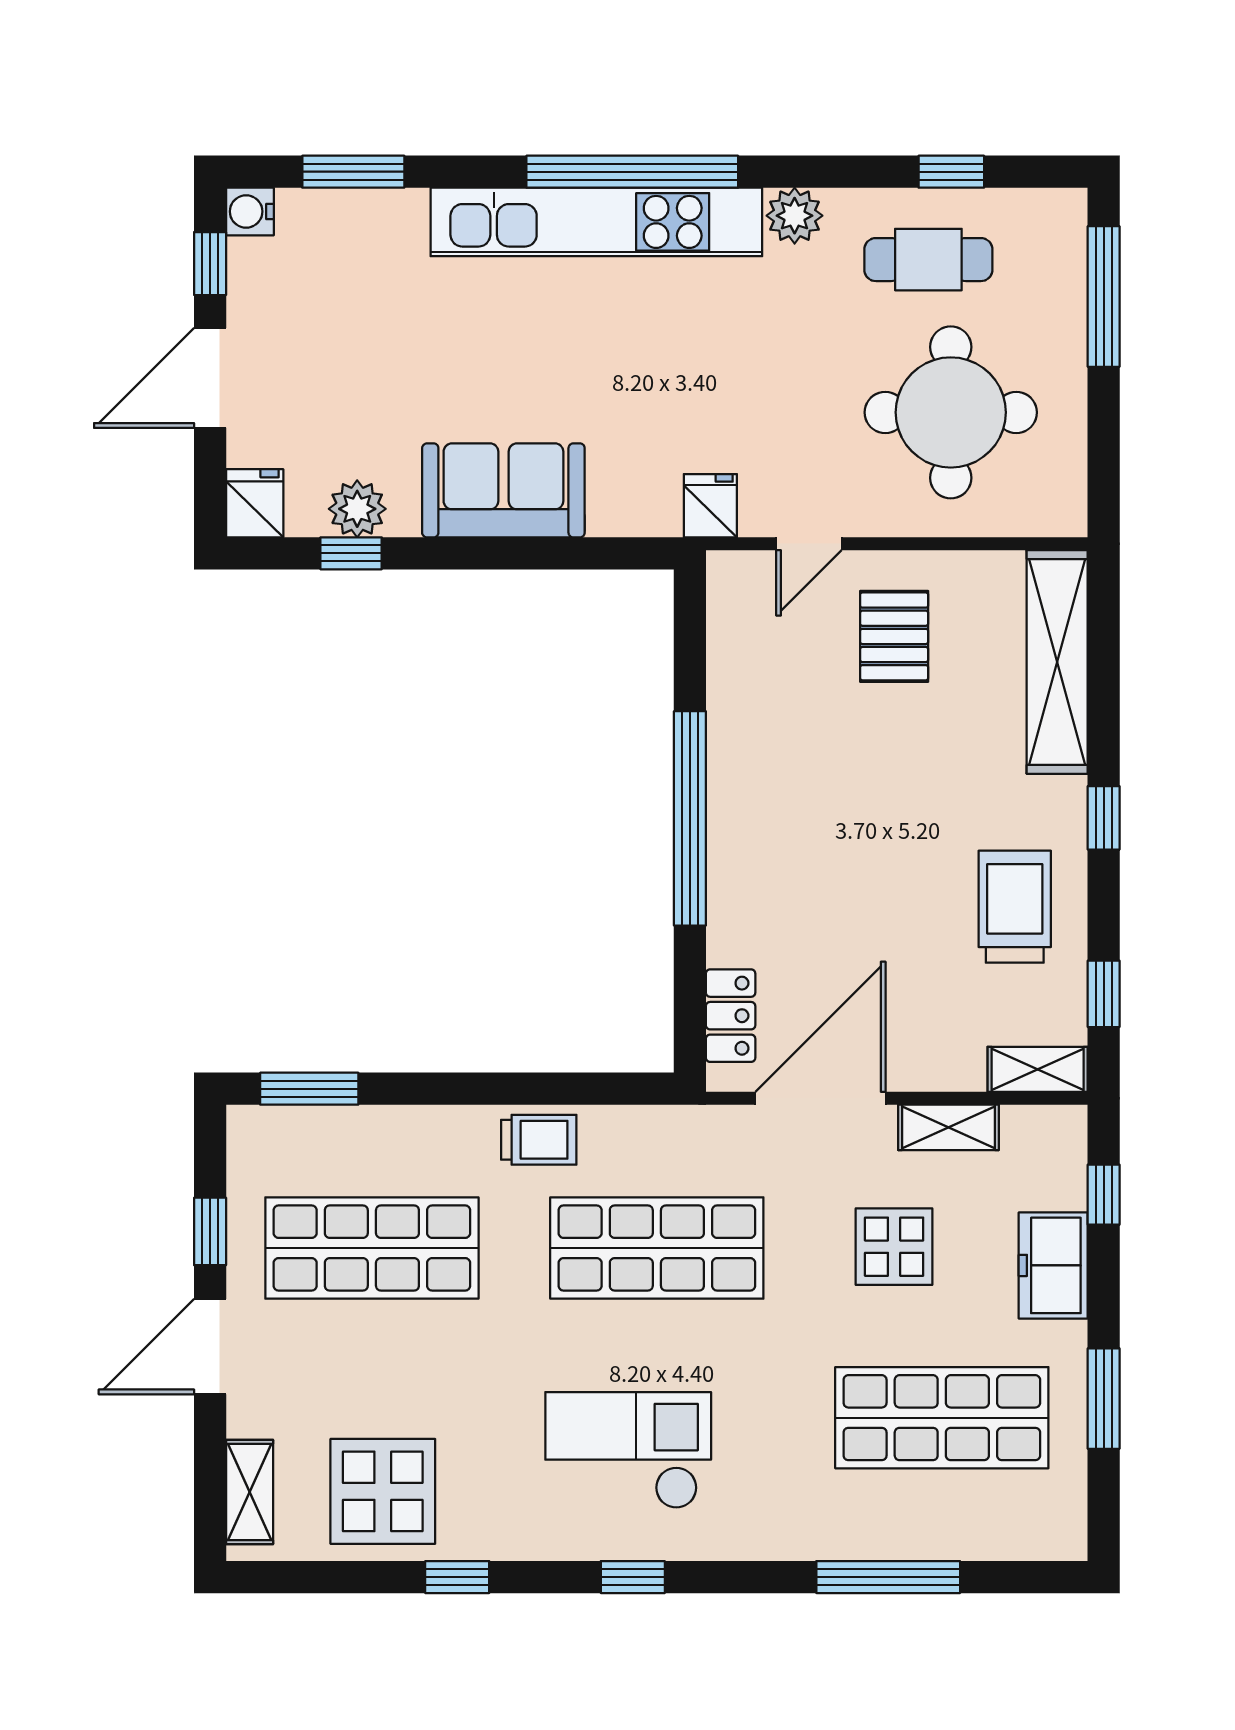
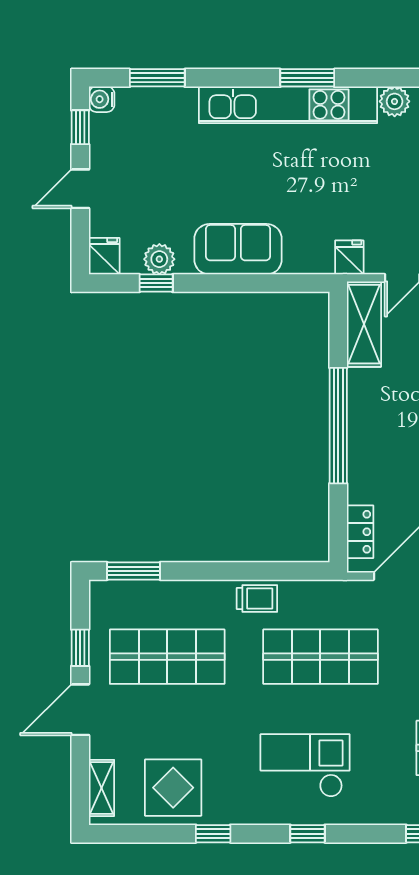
window: (632, 172) -> (307, 78), width x0.47
door: (210, 378) -> (80, 189), width x0.73
shelving: (738, 630) -> (364, 324), added

